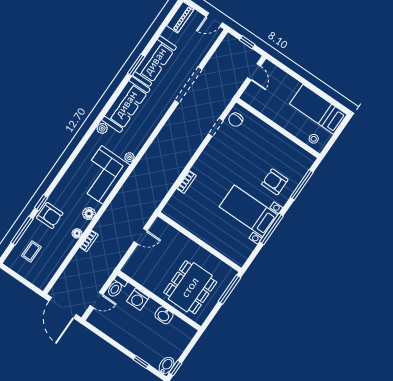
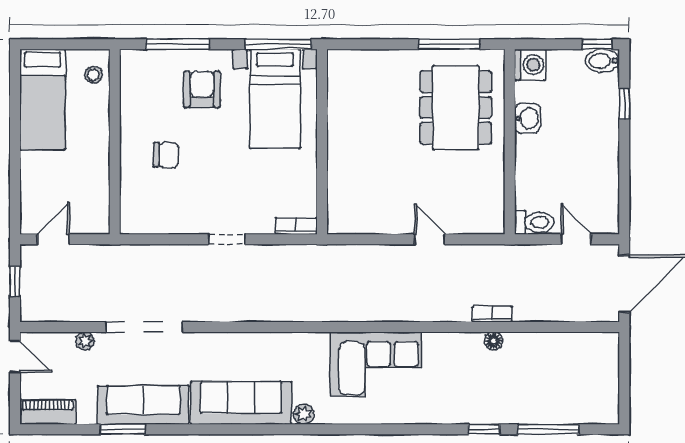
window: (136, 65) -> (122, 429), moved
chair: (236, 120) -> (166, 155), moved
doorway: (216, 127) -> (227, 239), moved
plant: (130, 157) -> (85, 341), moved
armchair: (275, 182) -> (202, 89), turned 180
floor lamp: (89, 214) -> (450, 343), removed
armchair: (50, 216) -> (495, 402), removed
wall: (199, 242) -> (322, 142), moved
coffee table: (31, 251) -> (570, 392), removed
dining table: (190, 287) -> (456, 108), turned 90
window: (230, 289) -> (449, 44), moved
washing machine: (138, 299) -> (530, 65), moved

